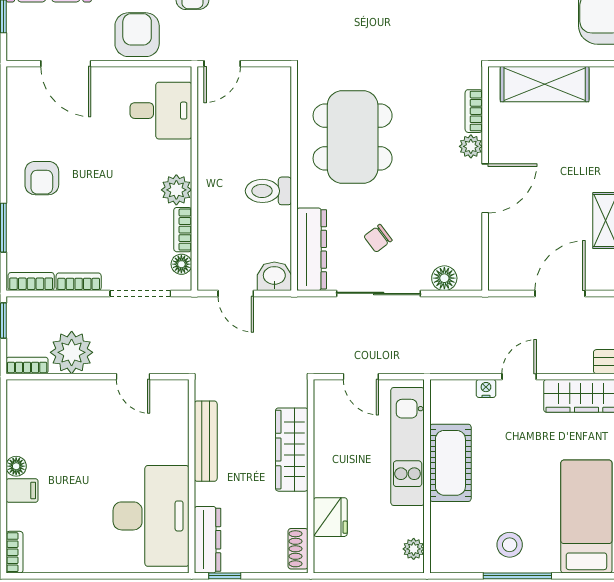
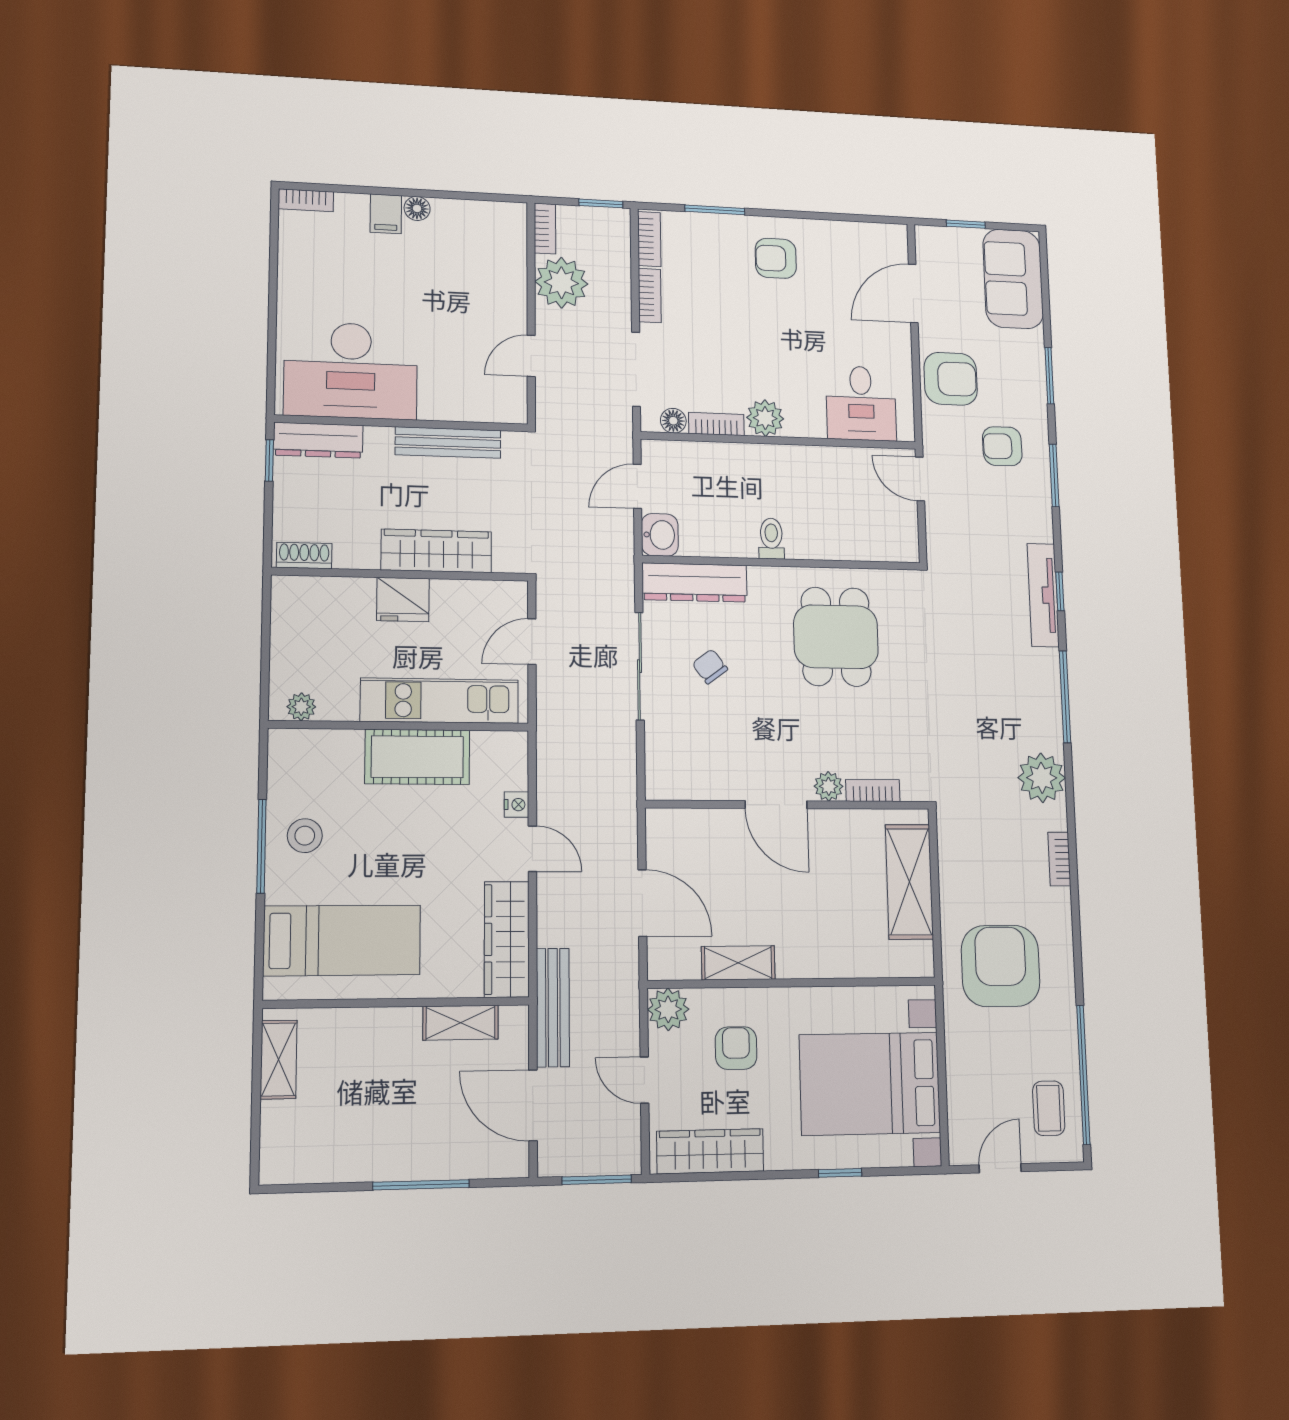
dining table: (353, 137) -> (836, 637), width x0.73
toilet: (268, 191) -> (771, 539), width x0.73, depth x0.72
floor lamp: (444, 278) -> (660, 751), removed
fridge: (330, 517) -> (403, 600), moved

